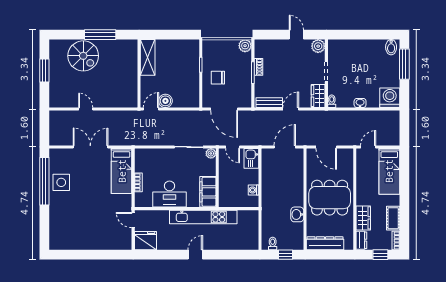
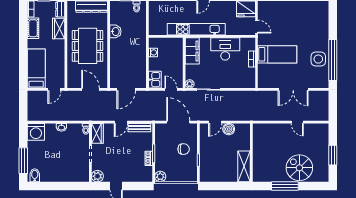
door: (151, 109) -> (215, 122), moved
bed: (122, 171) -> (277, 54), moved, turned 90
dining table: (330, 198) -> (88, 46), turned 90

